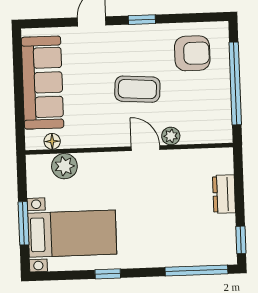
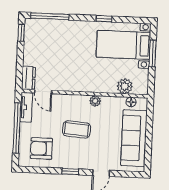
tv unit: (223, 119) -> (26, 107), added
plant: (171, 136) -> (95, 101), moved
door: (146, 148) -> (43, 92), moved
dresser: (224, 194) -> (28, 78), moved

